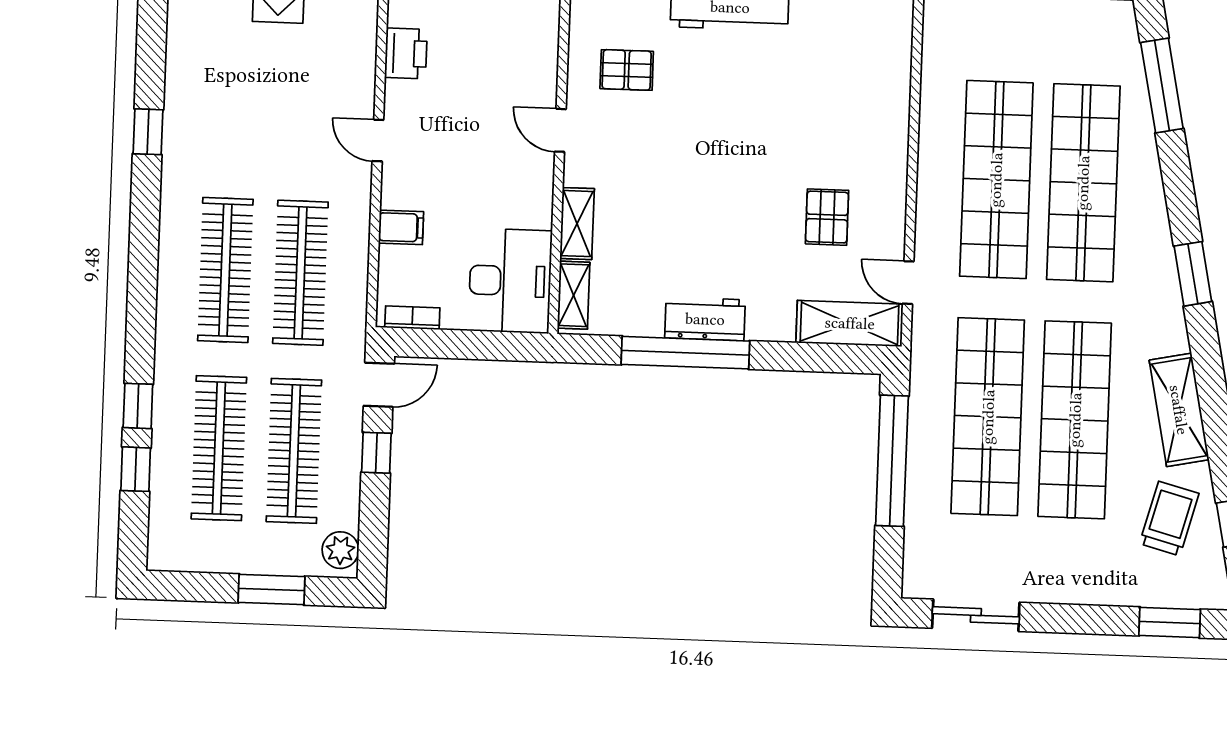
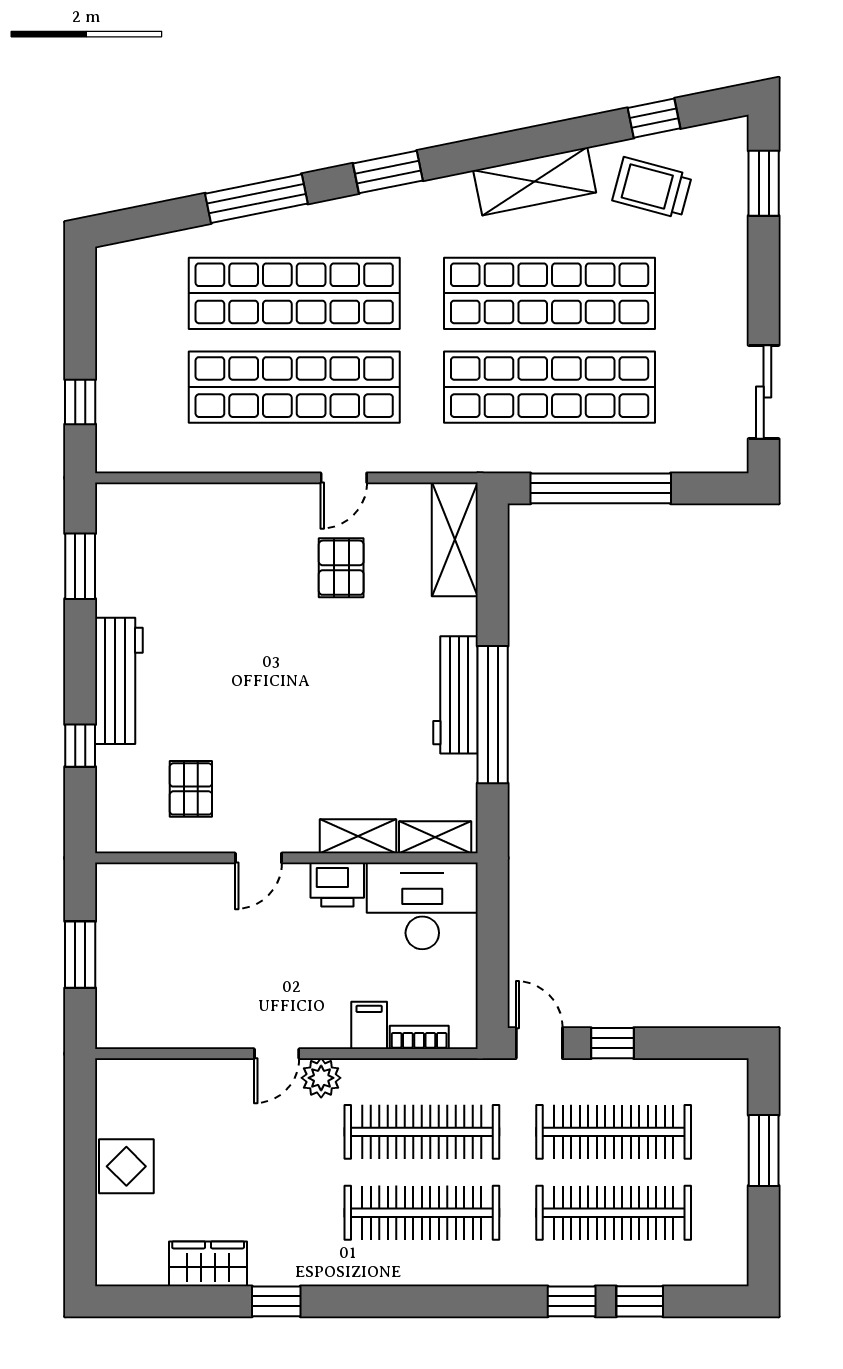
printer: (406, 53) -> (337, 885), moved, turned 180
wardrobe: (185, 70) -> (208, 1264), added
window: (1162, 85) -> (256, 199), moved
pallet: (827, 217) -> (341, 568), turned 90
door: (908, 283) -> (344, 478), moved
bookcase: (412, 318) -> (419, 1037), moved, turned 90
workbench: (705, 319) -> (456, 695), width x1.38
plant: (340, 550) -> (321, 1078), moved

